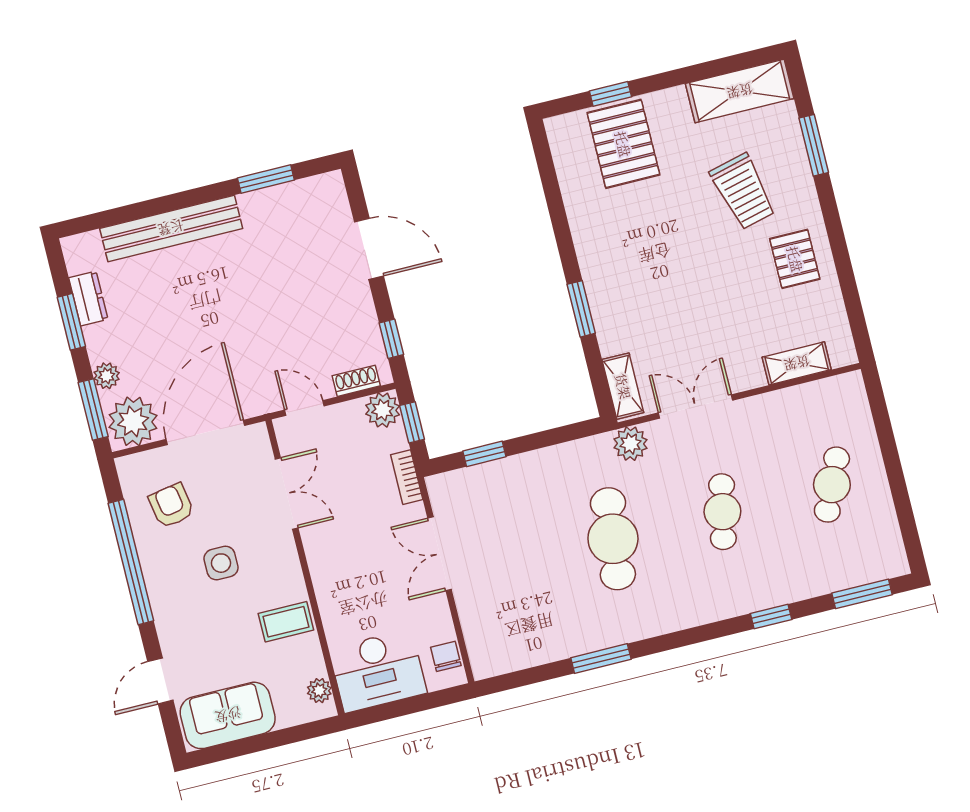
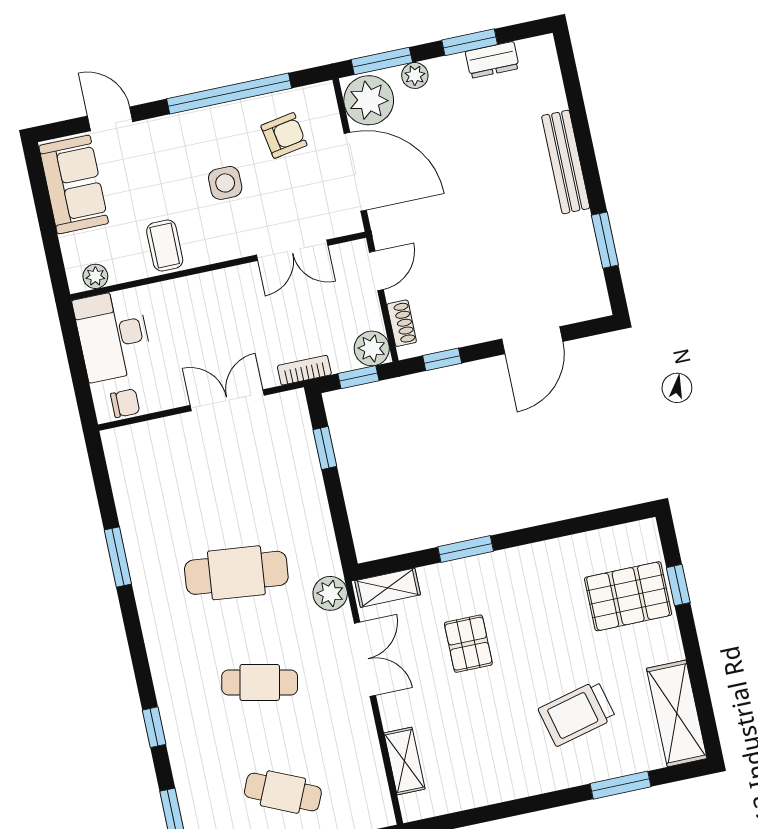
bench: (171, 228) -> (566, 162), width x0.73, depth x0.82
pallet: (795, 259) -> (468, 644), moved, turned 90

